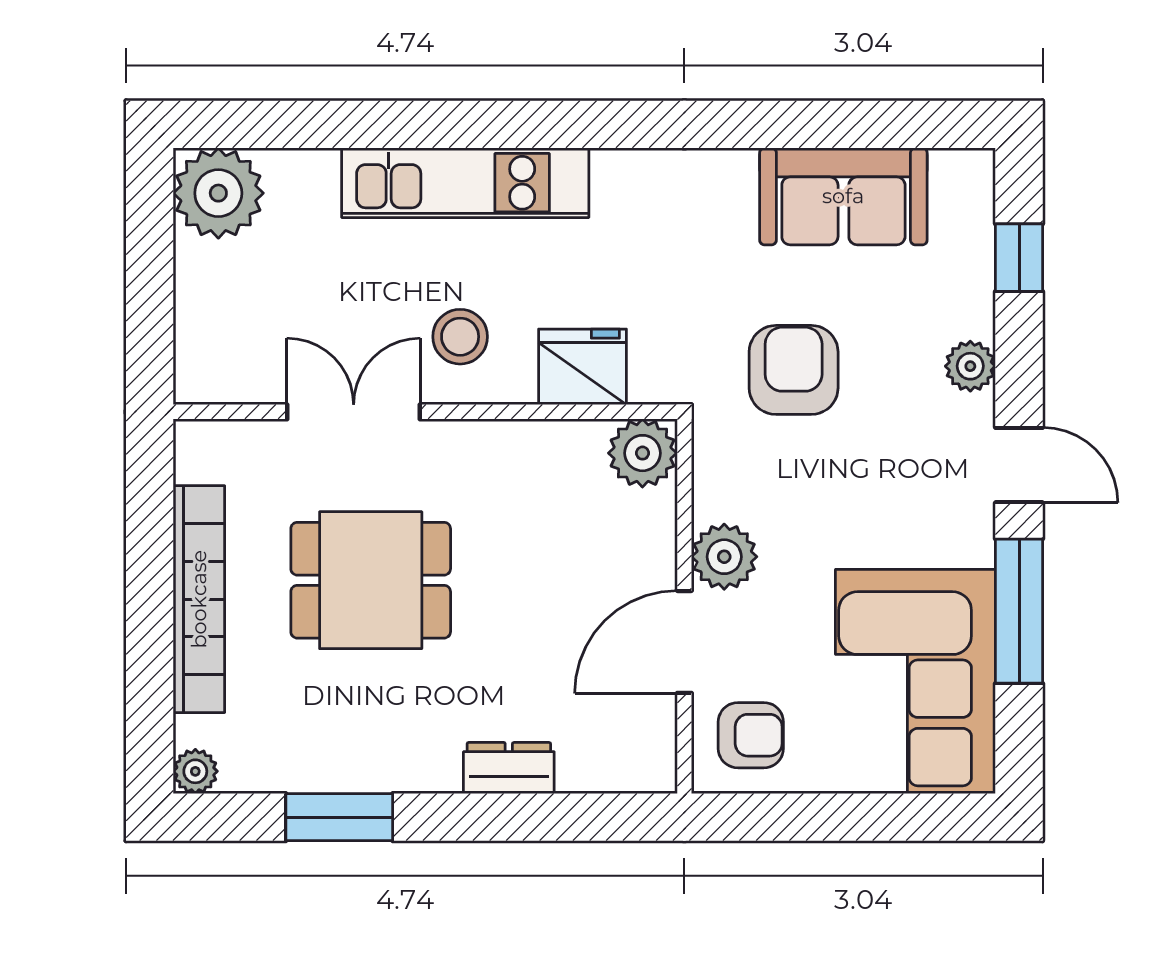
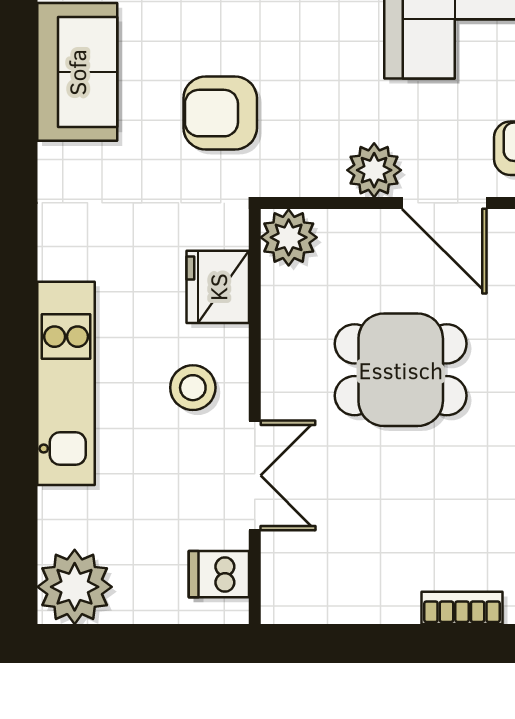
dishwasher: (234, 368) -> (219, 574), added
double door: (354, 412) -> (255, 475), swing flipped
dining table: (371, 580) -> (401, 370), moved, turned 90
bookcase: (199, 599) -> (462, 608), width x0.43, depth x0.76

